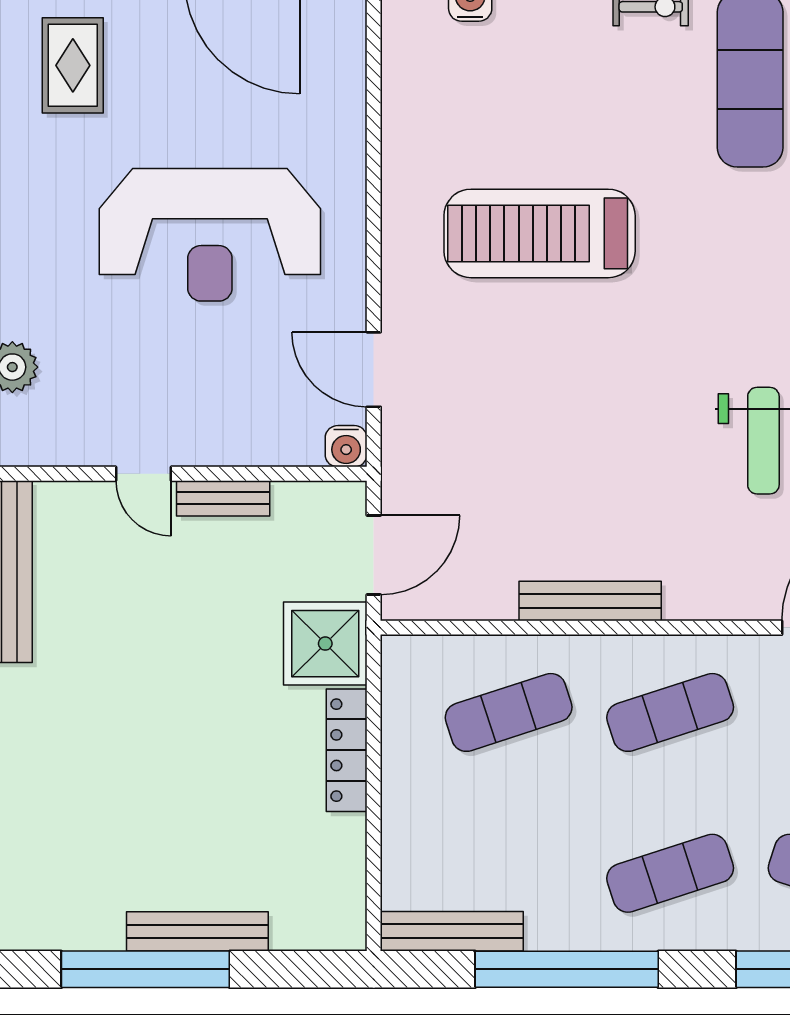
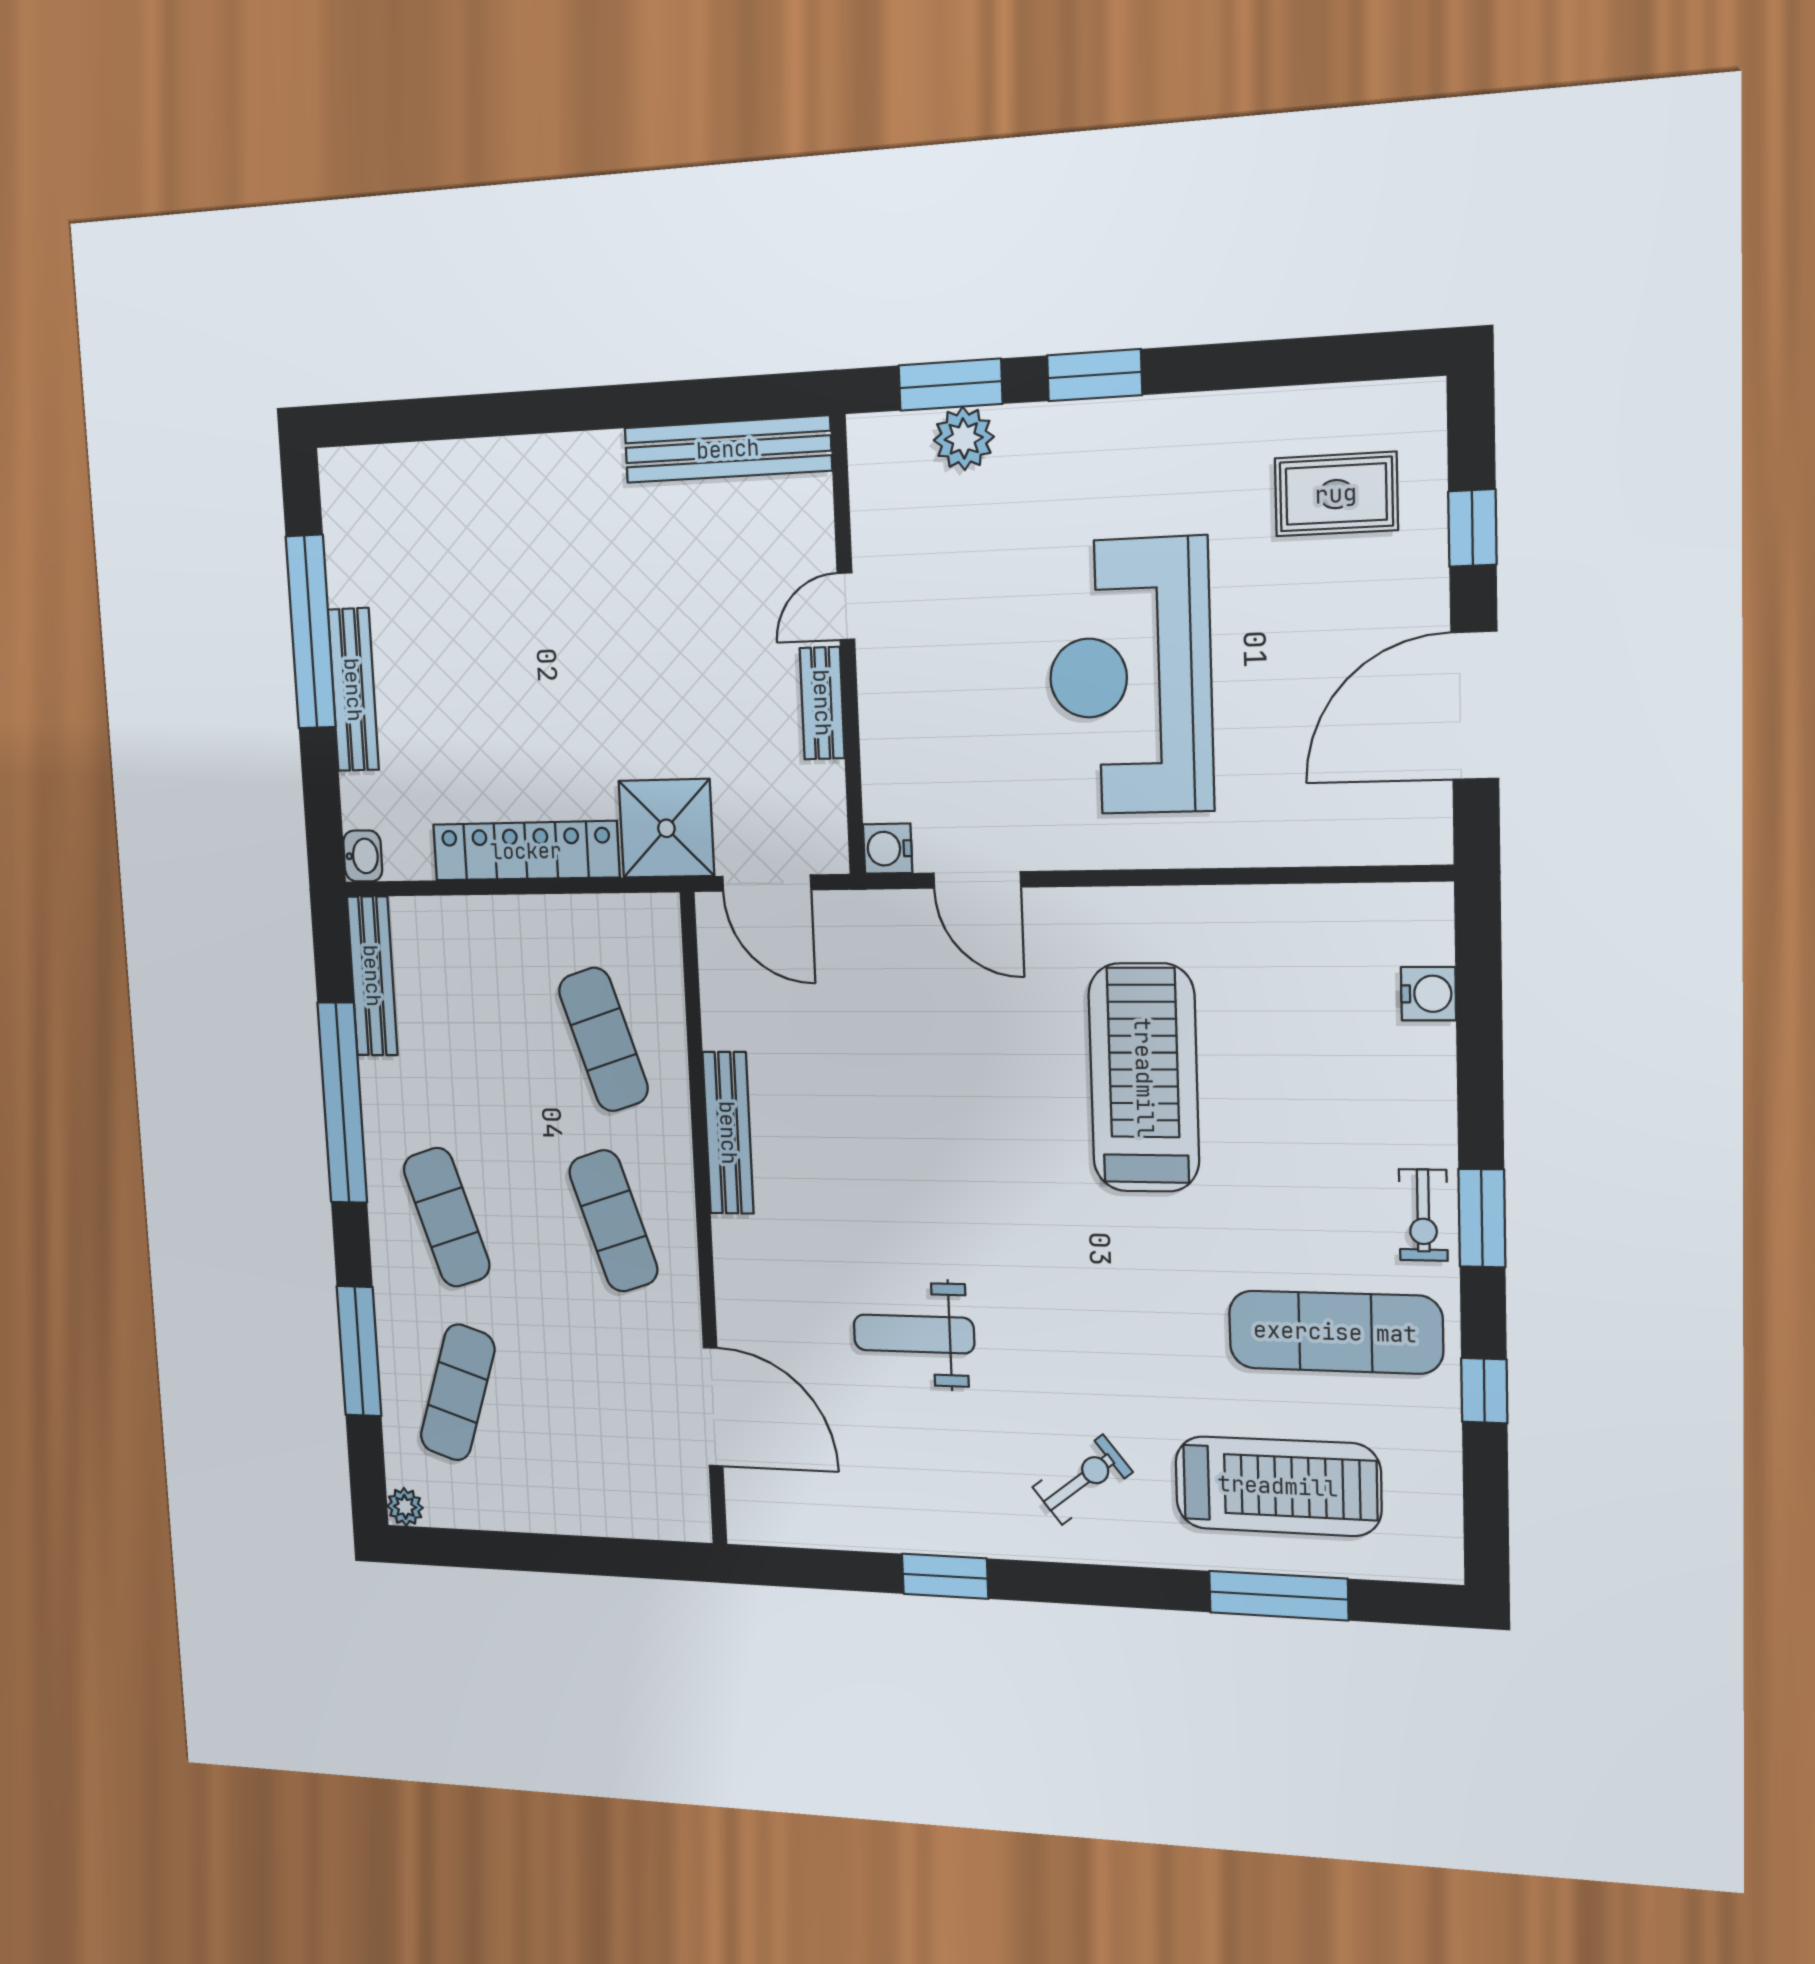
door: (374, 370) -> (977, 880), swing flipped
locker: (347, 750) -> (526, 851), width x1.41, depth x1.21
washbasin: (344, 933) -> (363, 856), added

